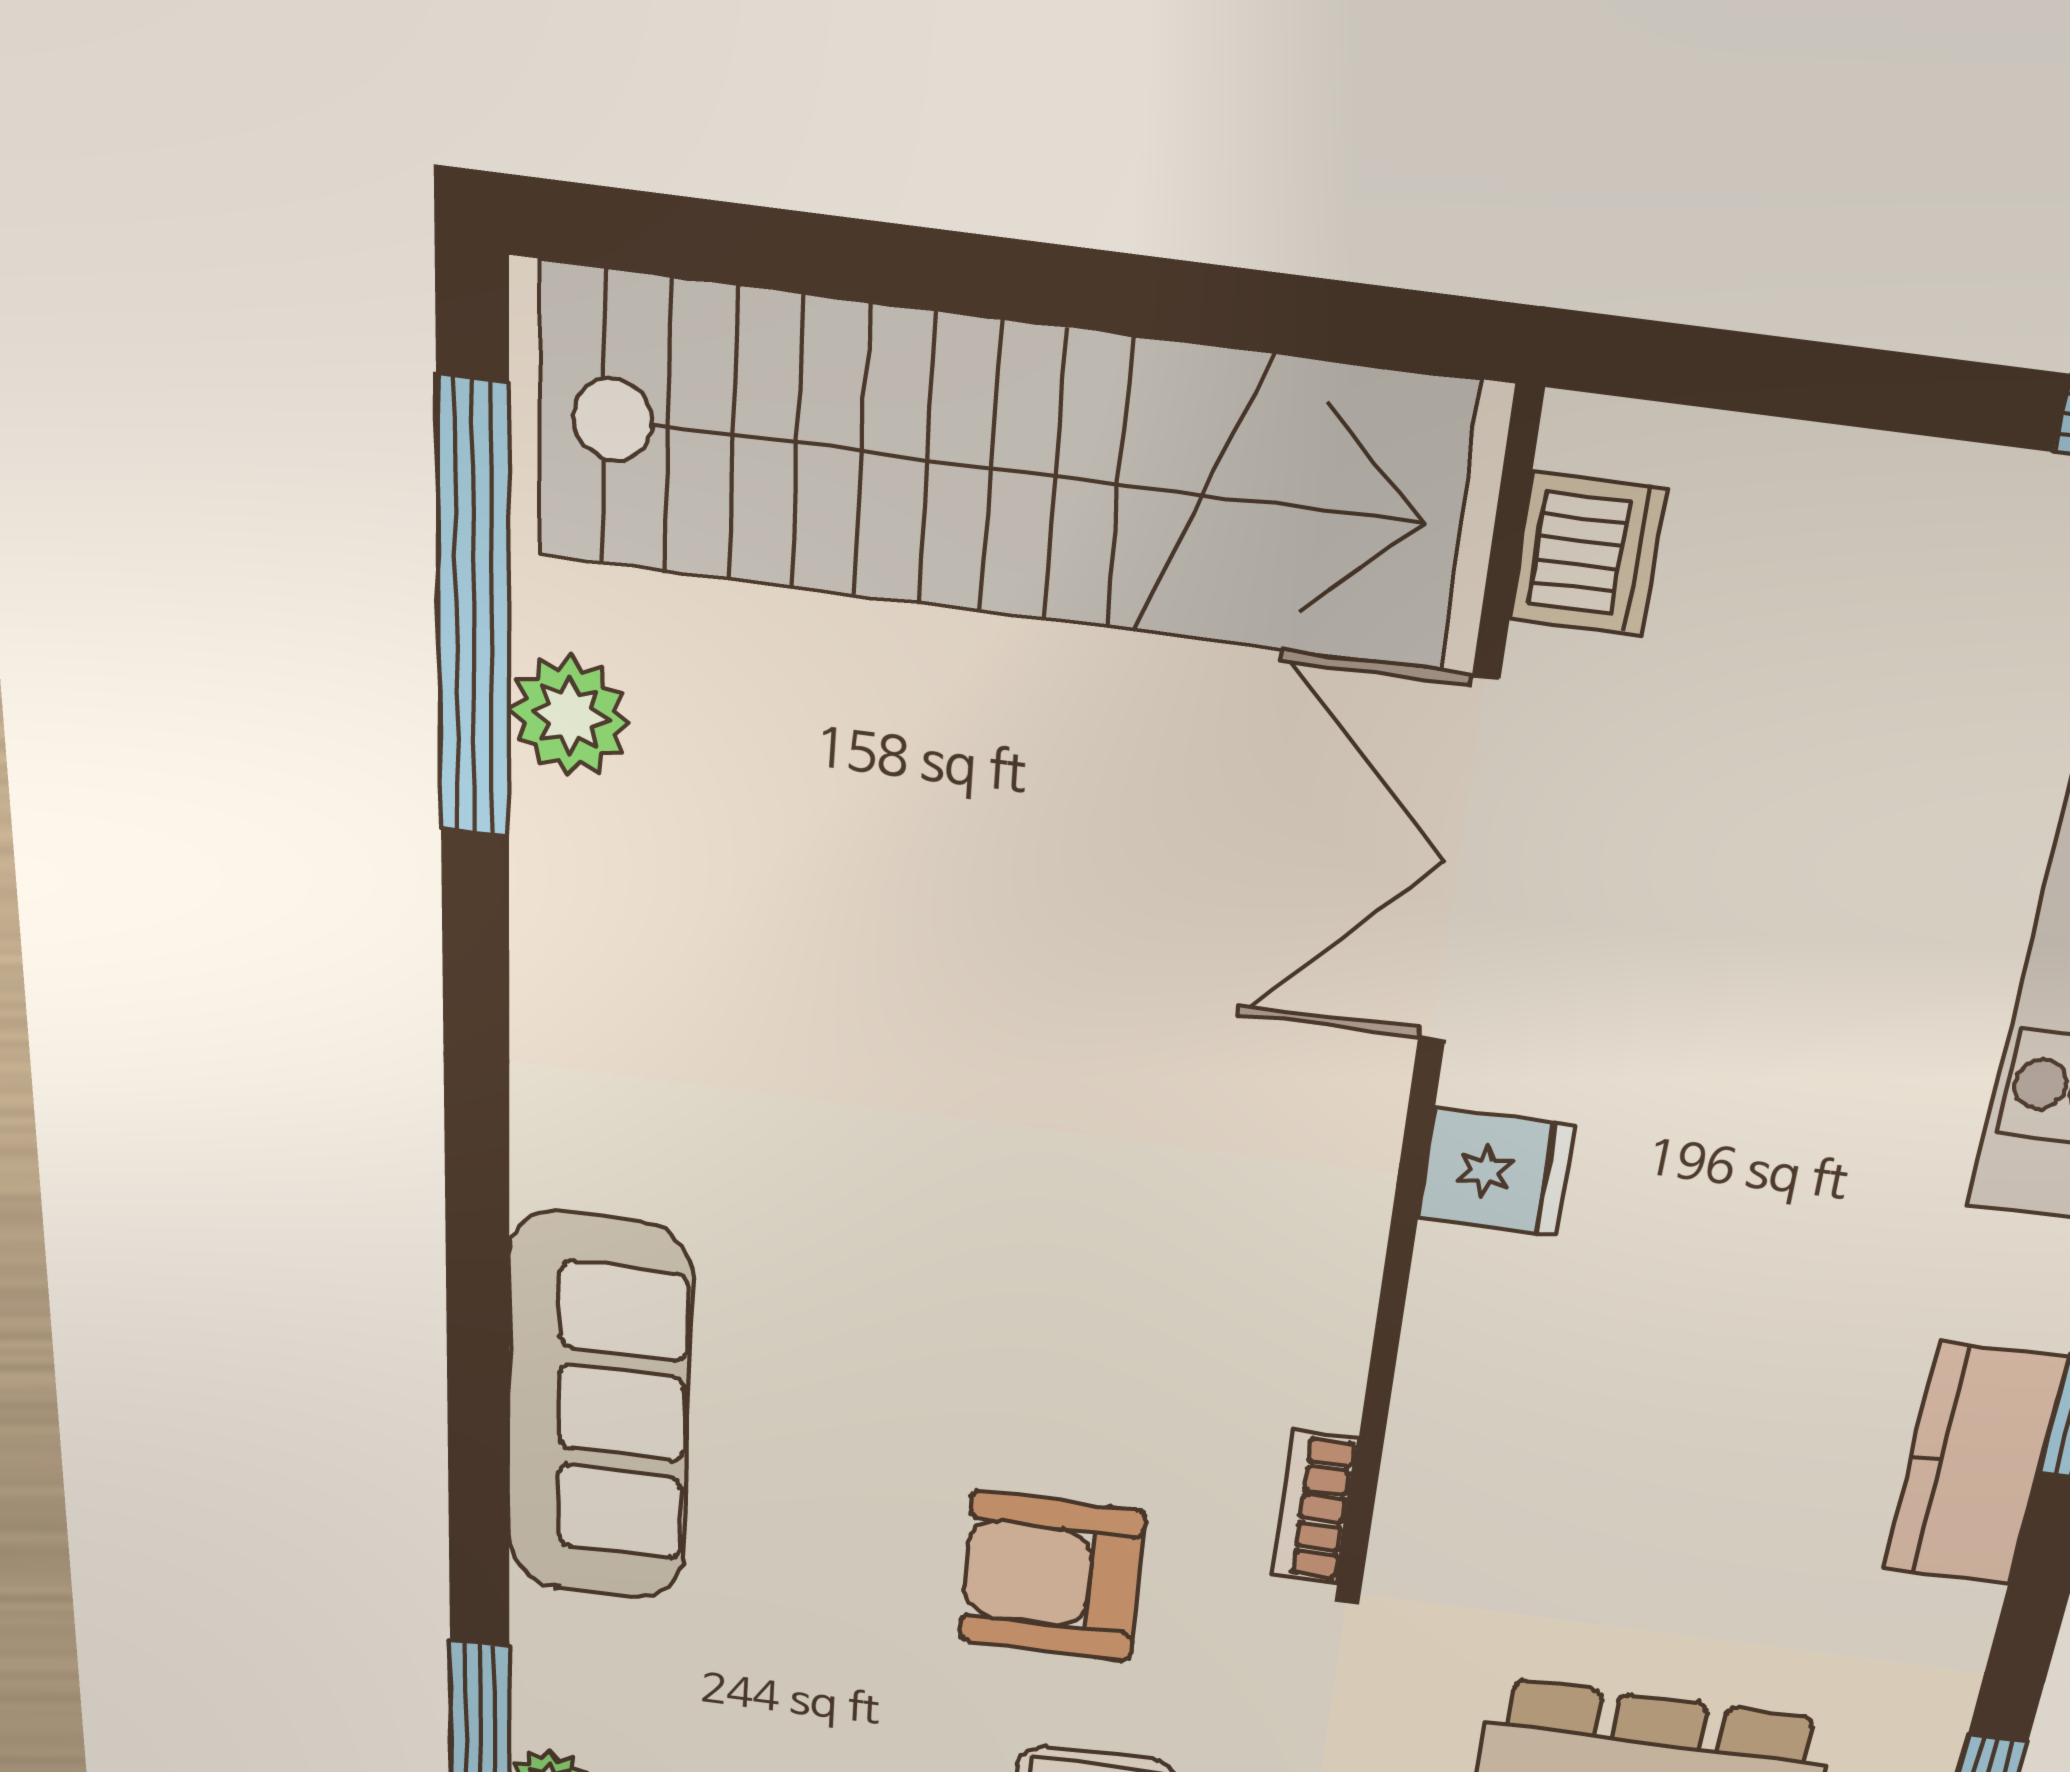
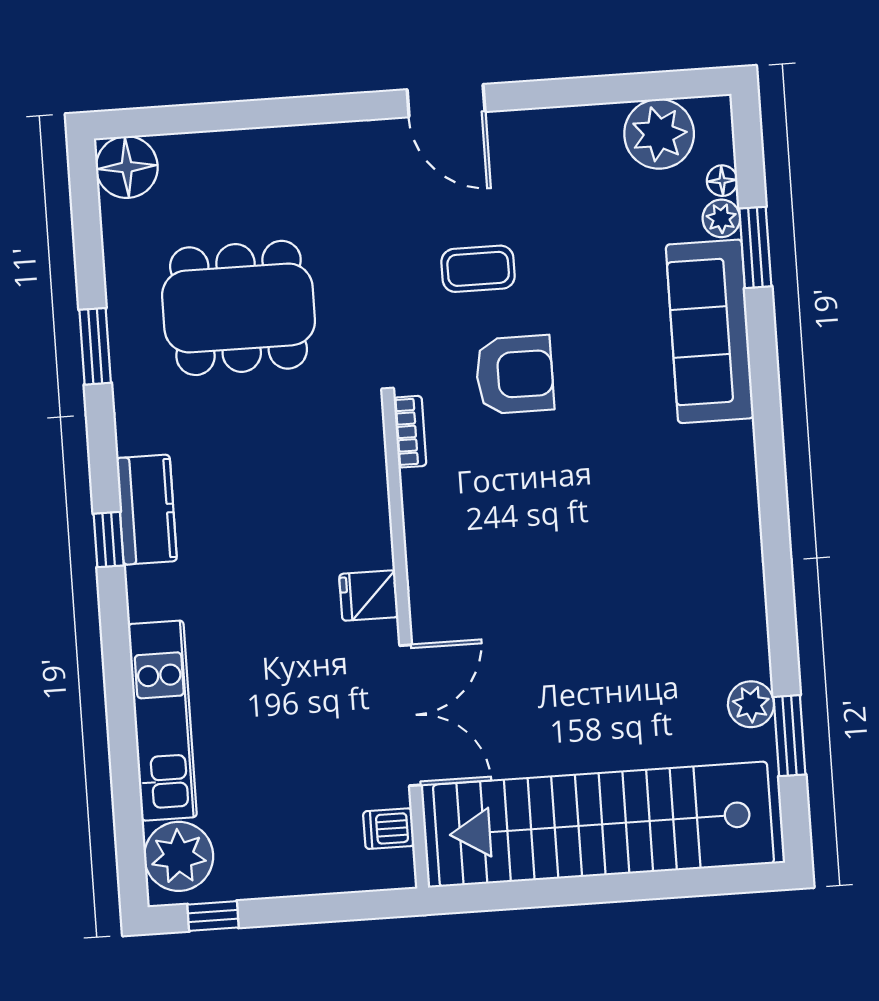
dishwasher: (1588, 554) -> (389, 829), width x0.73
window: (474, 613) -> (789, 736), width x0.47
sofa: (598, 1410) -> (710, 331), moved

